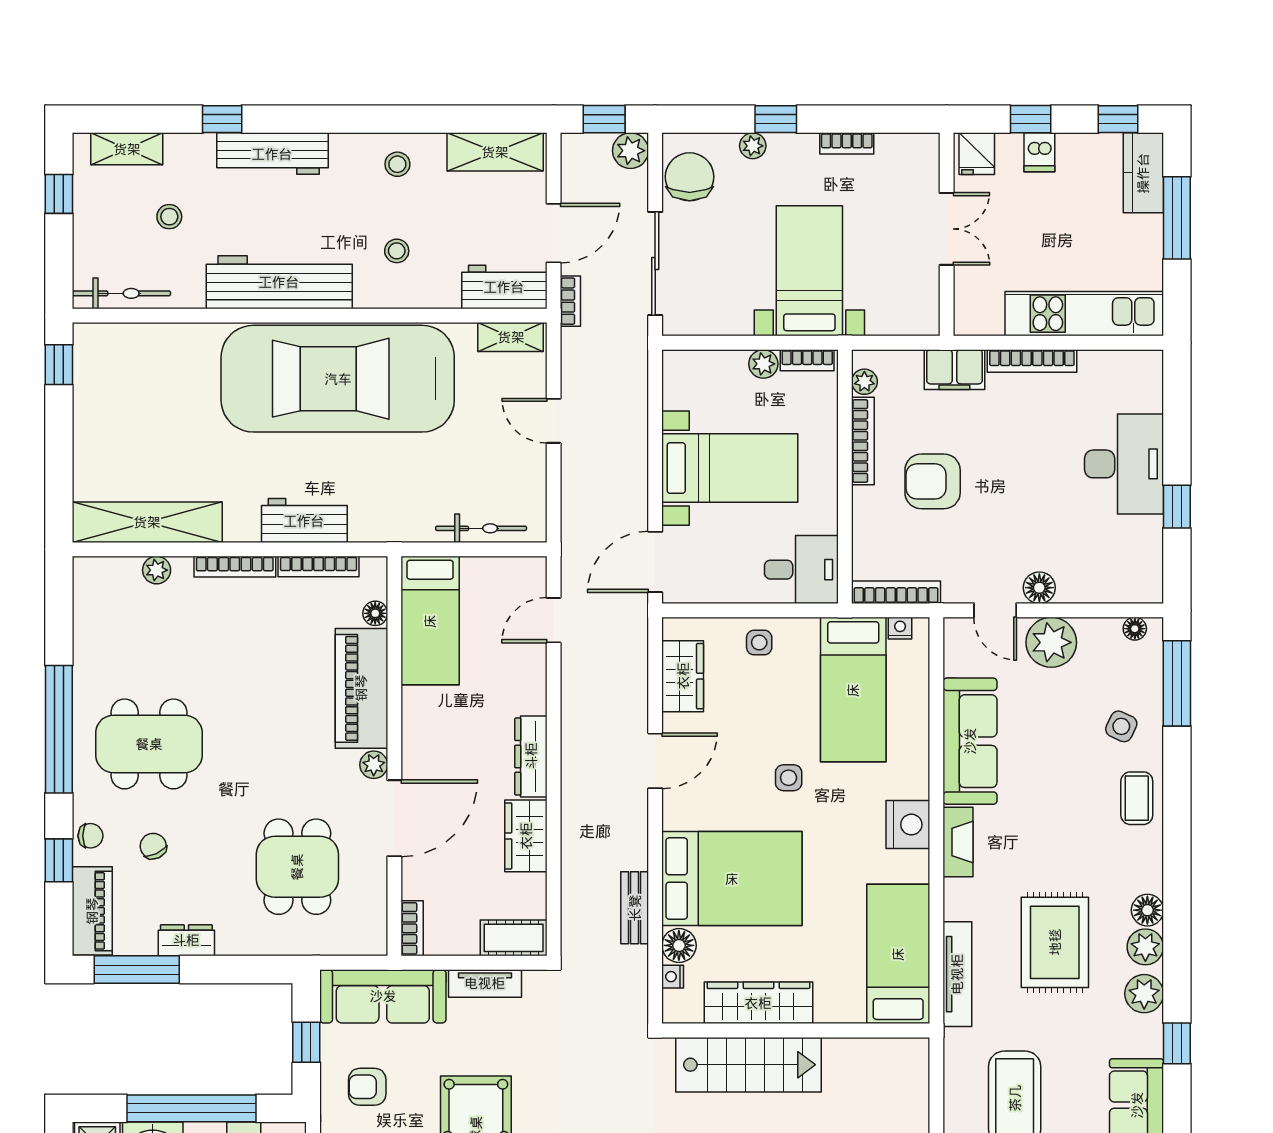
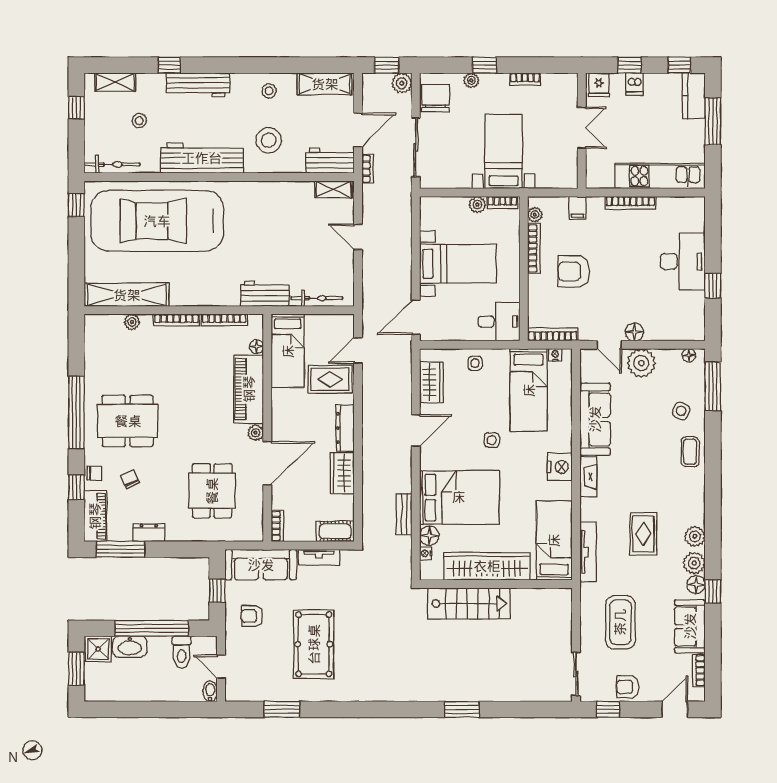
stool: (397, 251) -> (269, 140), width x1.89, depth x1.89
filing cabinet: (954, 370) -> (578, 208), width x0.50
car: (338, 379) -> (157, 221), moved
workbench: (304, 521) -> (265, 294), moved
rug: (504, 671) -> (330, 379), added
floor lamp: (1147, 910) -> (696, 585), moved
rug: (1055, 942) -> (643, 534), width x0.73, depth x0.70
wardrobe: (758, 1003) -> (487, 566), width x1.40, depth x1.17

